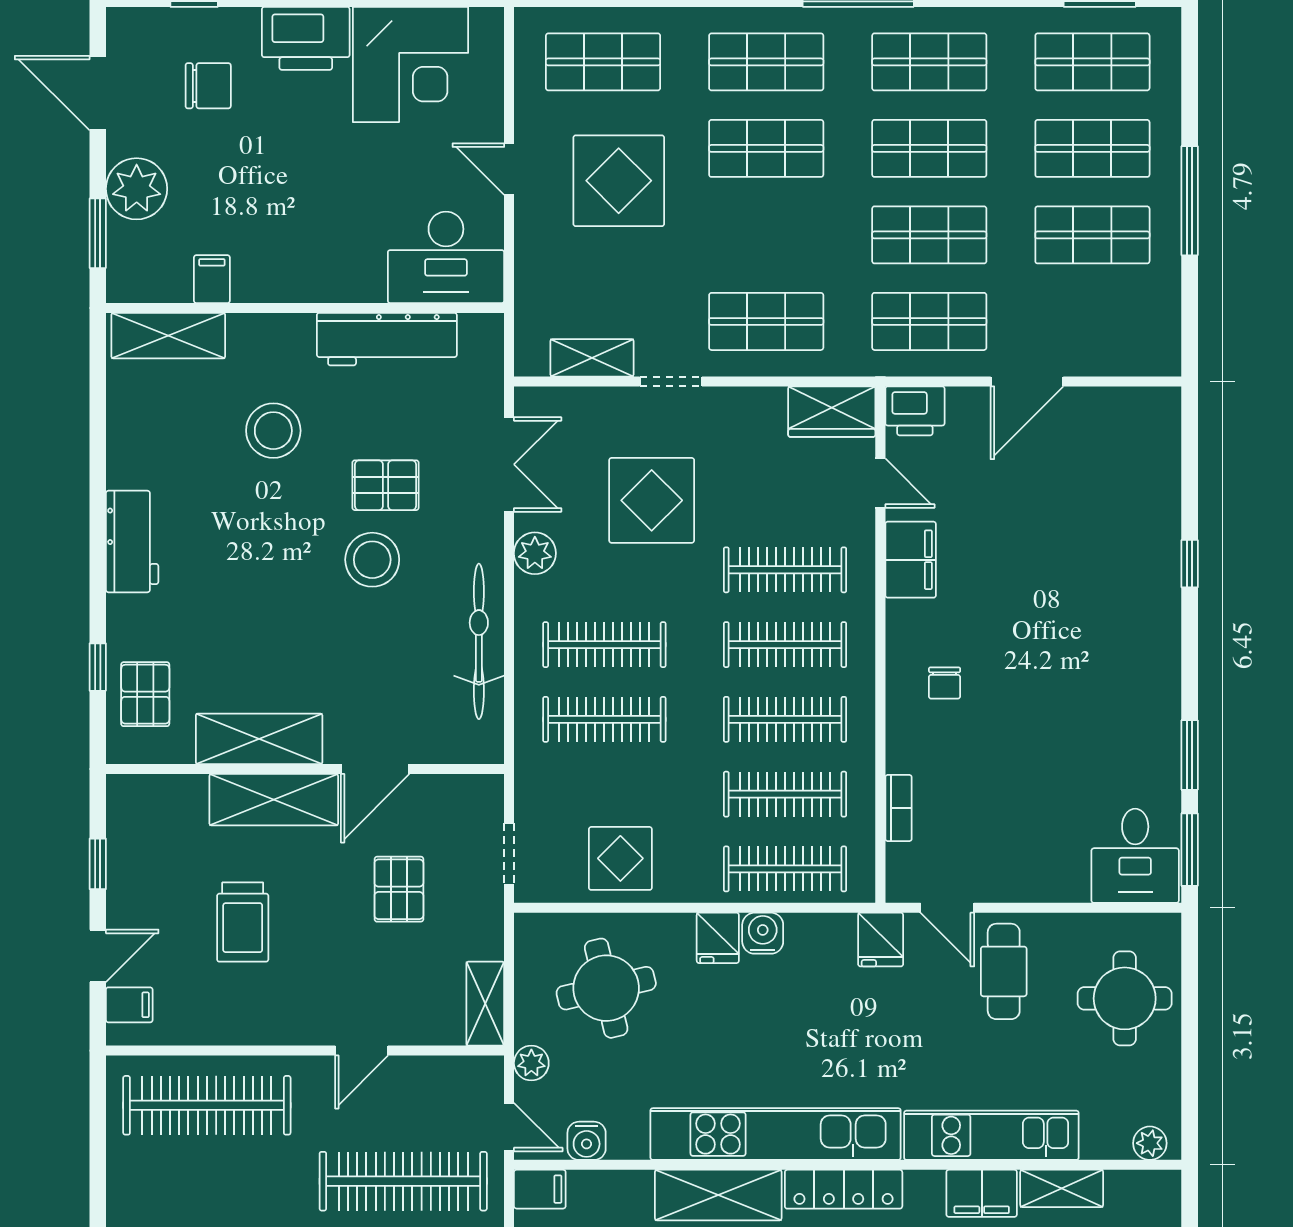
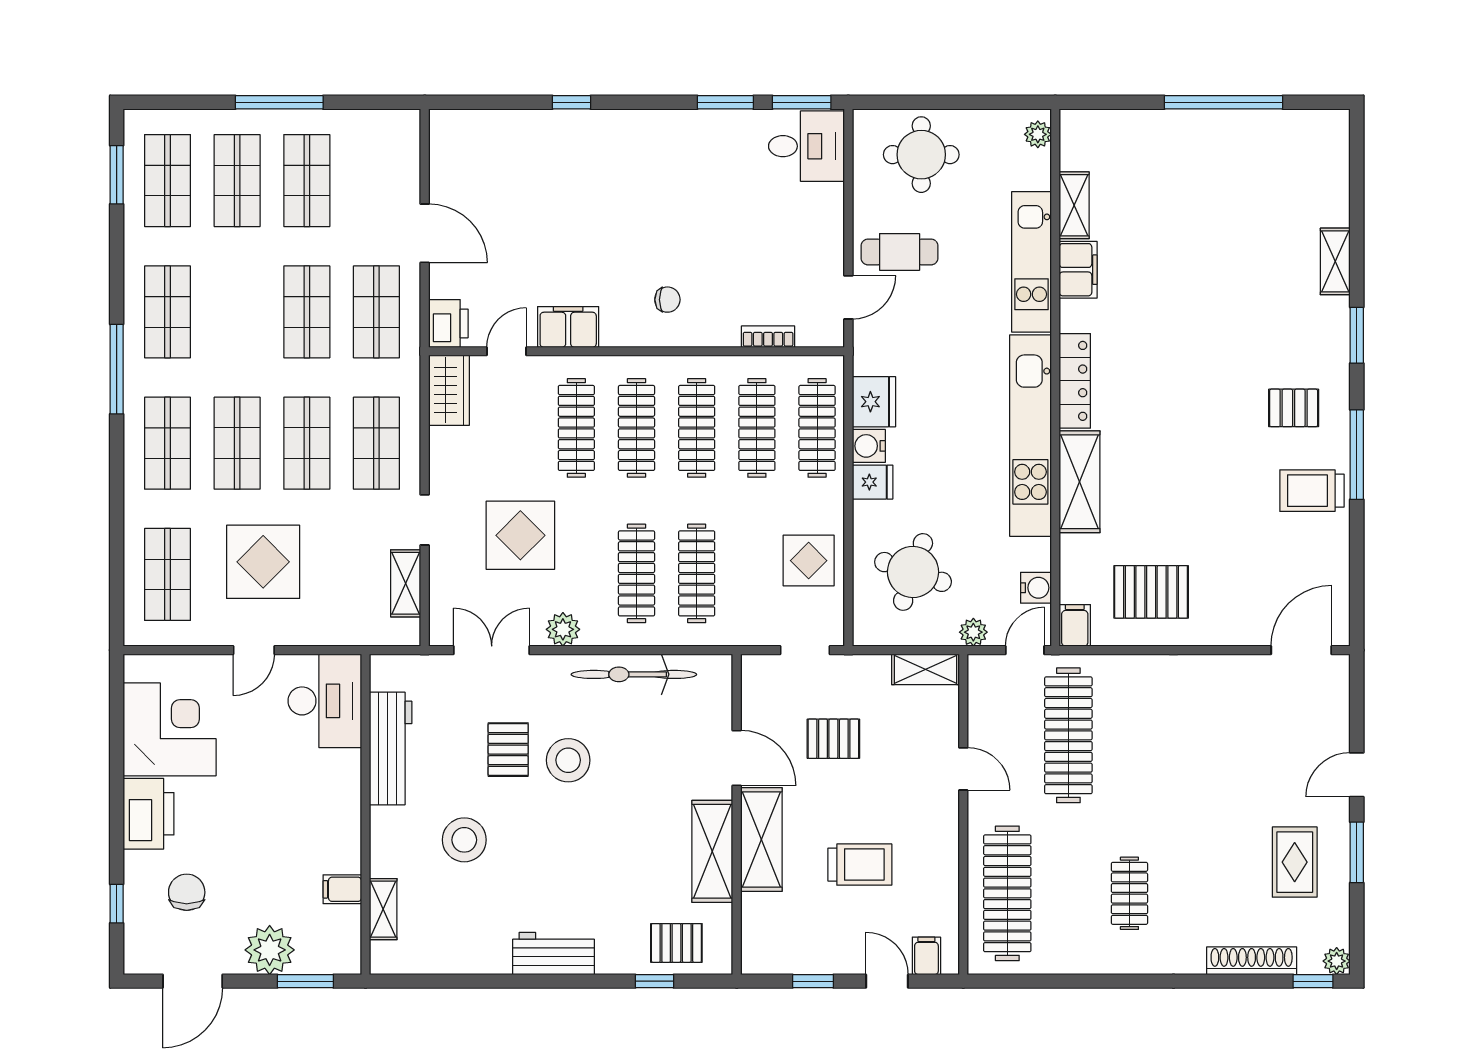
shop shelf: (929, 148) -> (307, 443), moved
shelving: (168, 336) -> (383, 909), width x0.67, depth x0.75
fridge: (881, 940) -> (874, 402), moved, width x1.38
round table: (606, 988) -> (913, 572), turned 32

